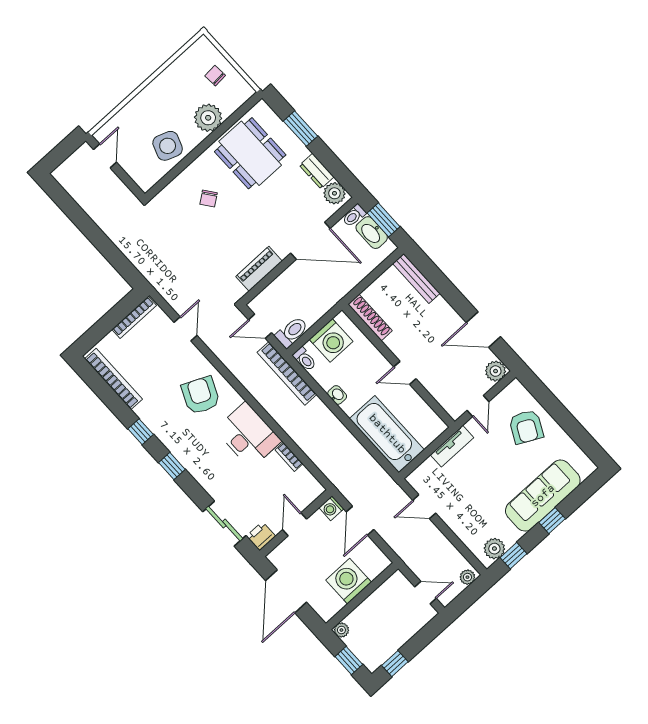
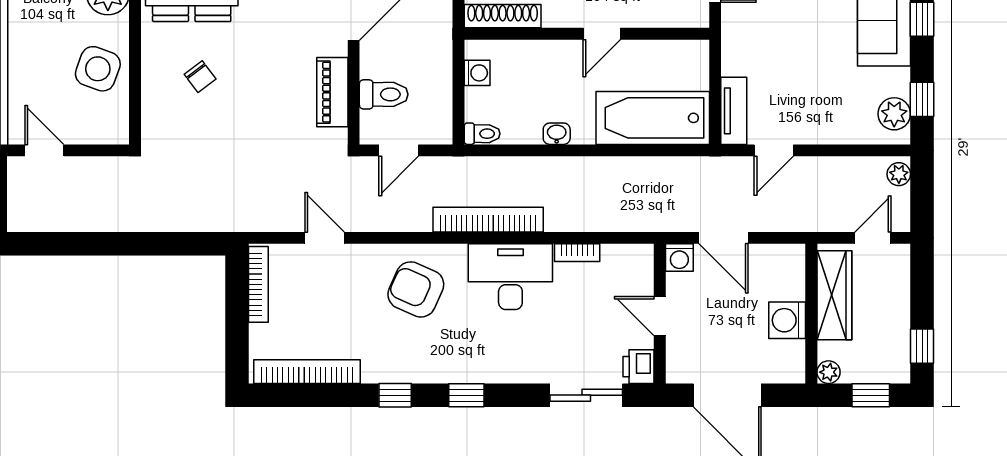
toilet: (292, 332) -> (384, 94), moved, turned 90
washing machine: (331, 340) -> (477, 73), width x0.53, depth x0.53
bookcase: (287, 373) -> (488, 220), moved, turned 180
tv unit: (452, 446) -> (734, 111), moved
washing machine: (349, 581) -> (787, 320), width x0.73, depth x0.73
wardrobe: (381, 599) -> (834, 295), added

